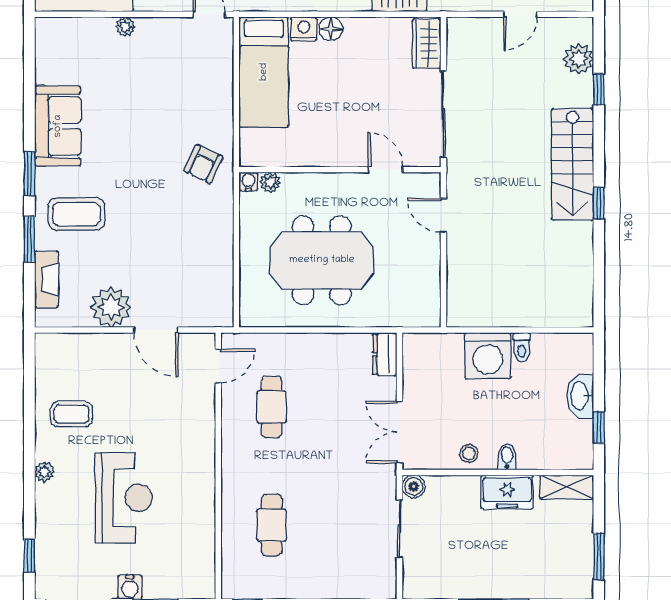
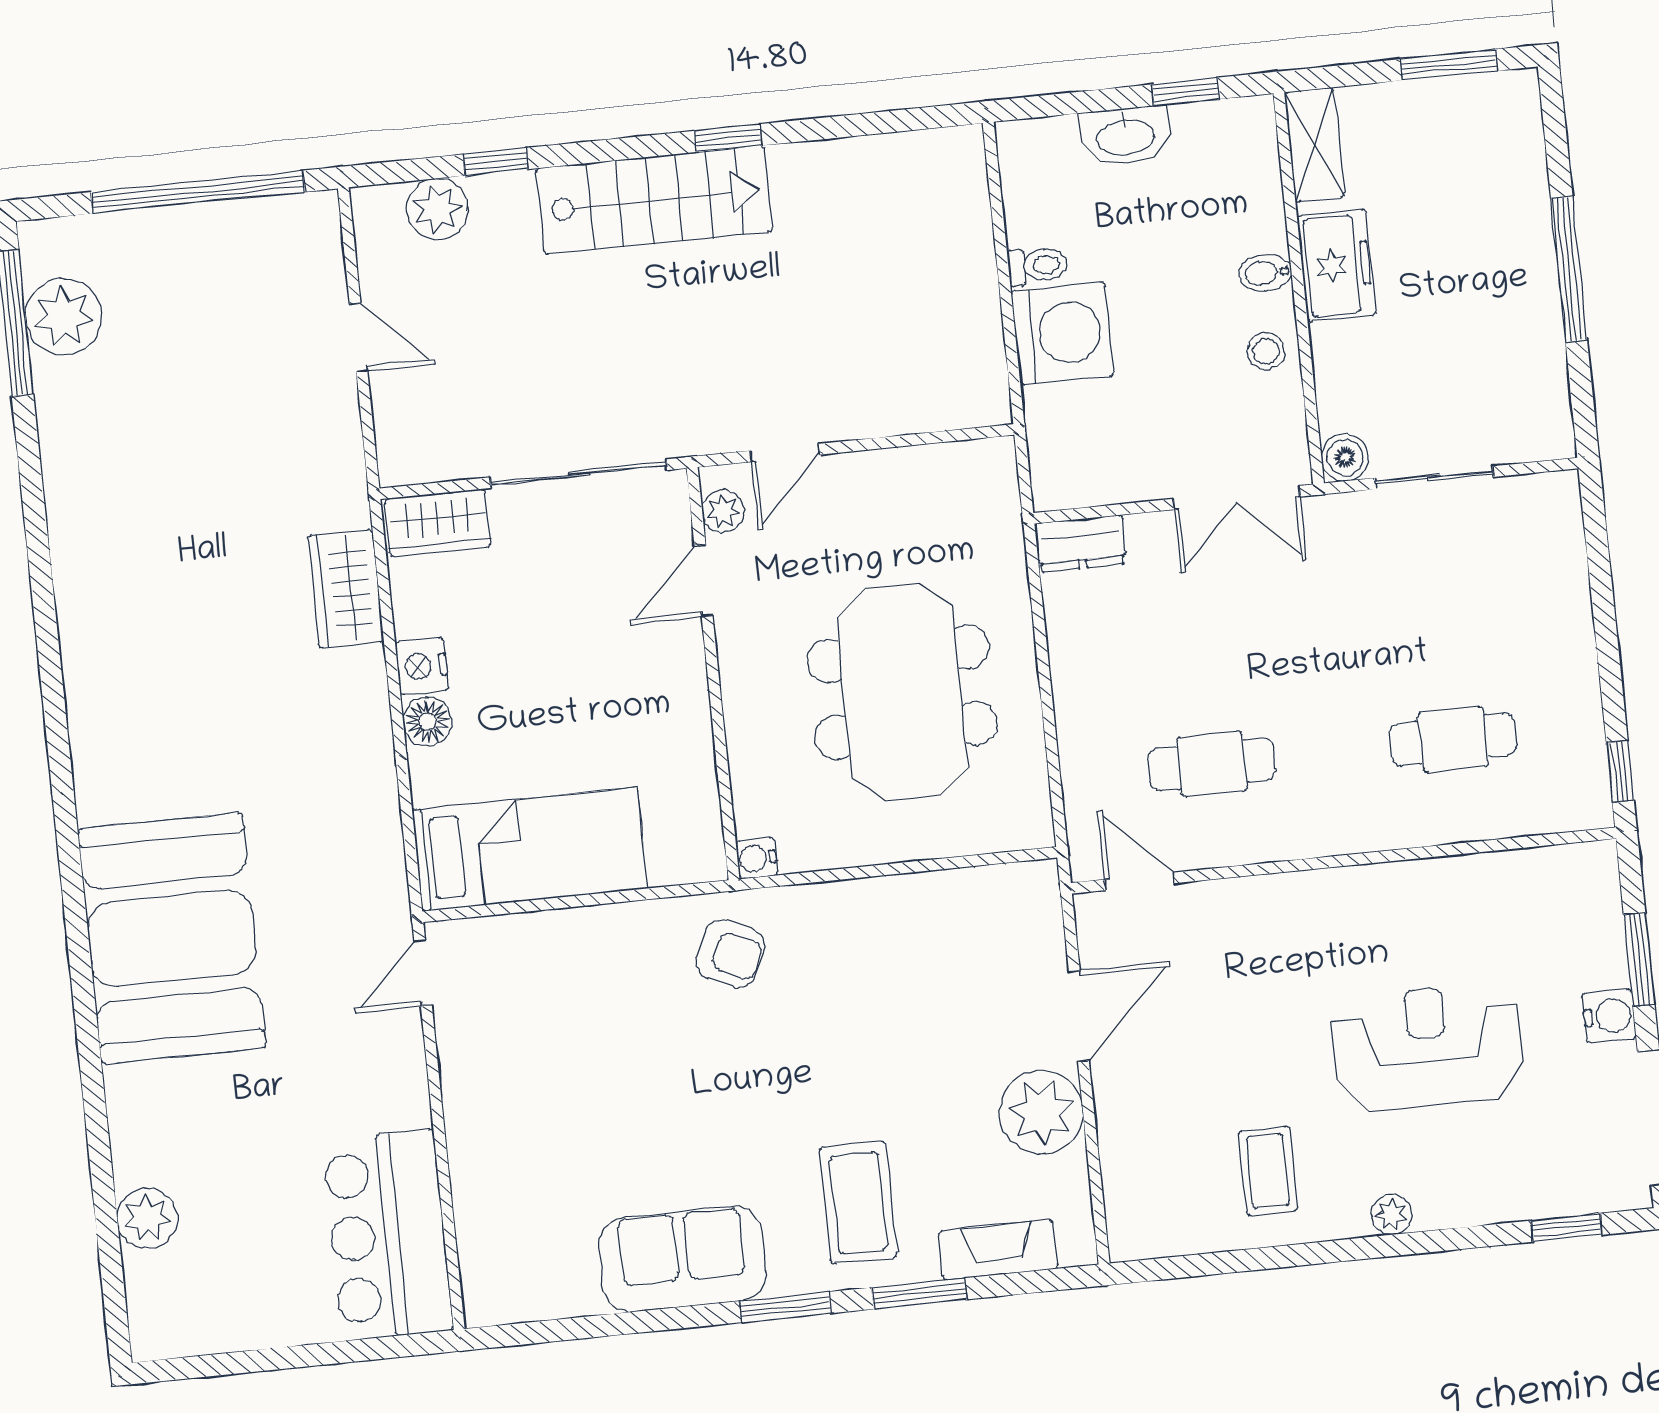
plant: (125, 27) -> (466, 1142), removed
nightstand: (304, 29) -> (422, 666), moved
plant: (270, 183) -> (723, 511), moved

